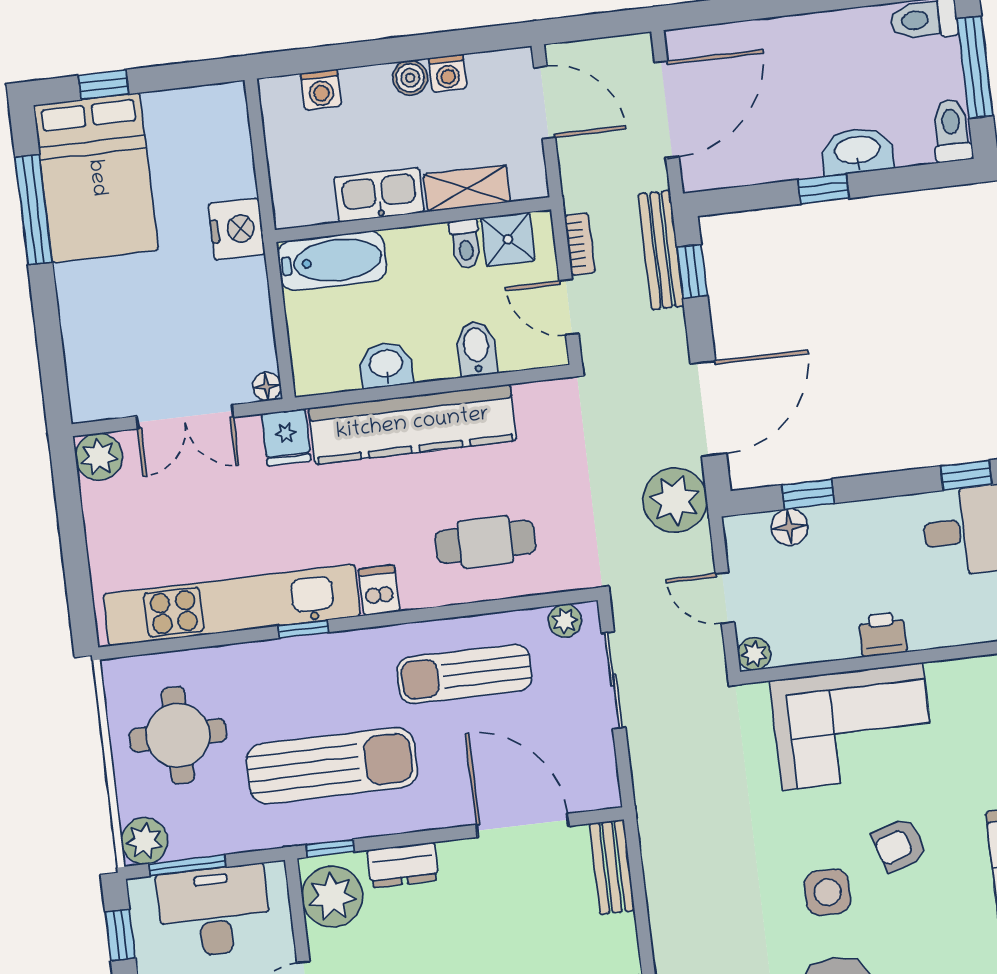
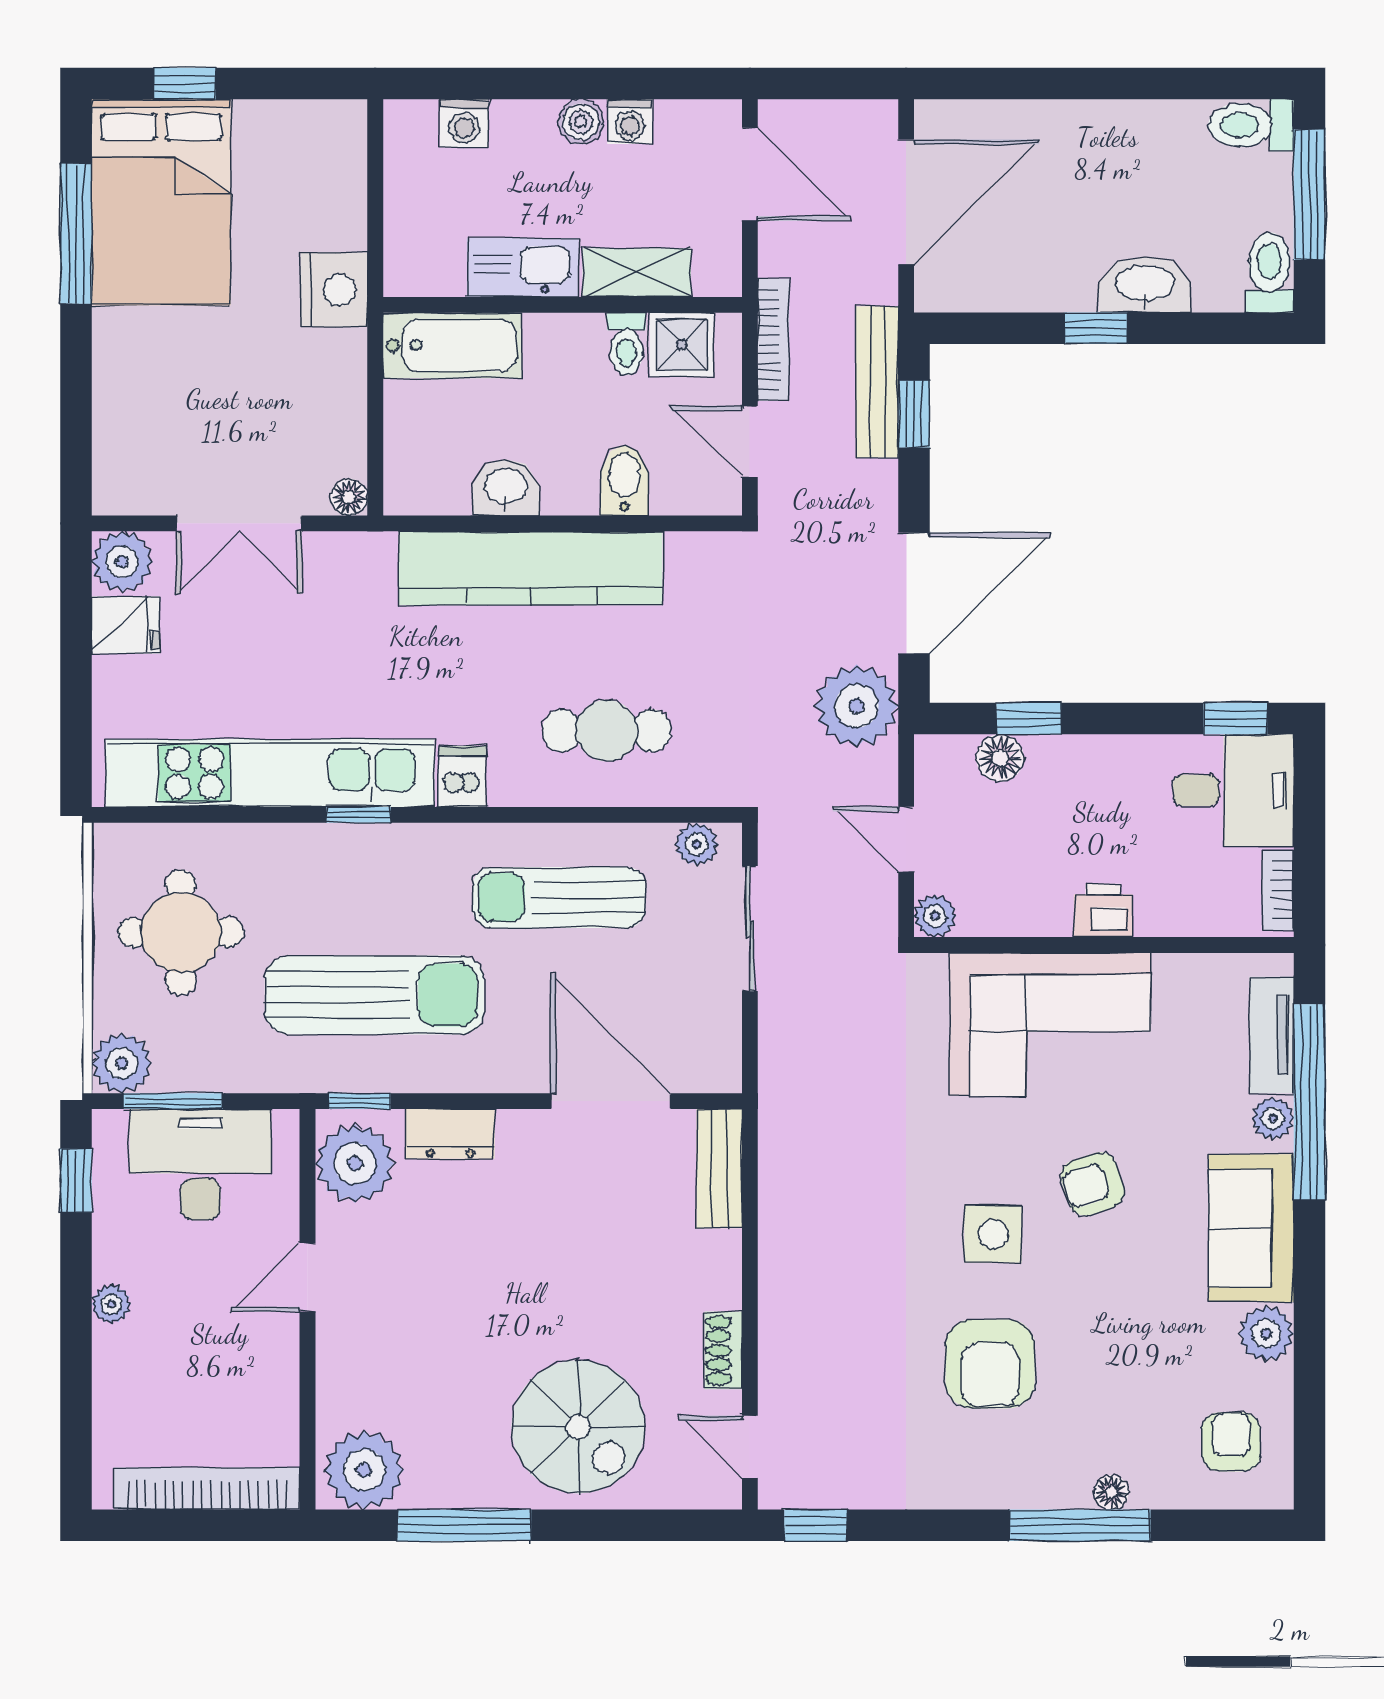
bookcase: (580, 244) -> (773, 340), width x1.56
fridge: (286, 437) -> (126, 625), moved, turned -90

